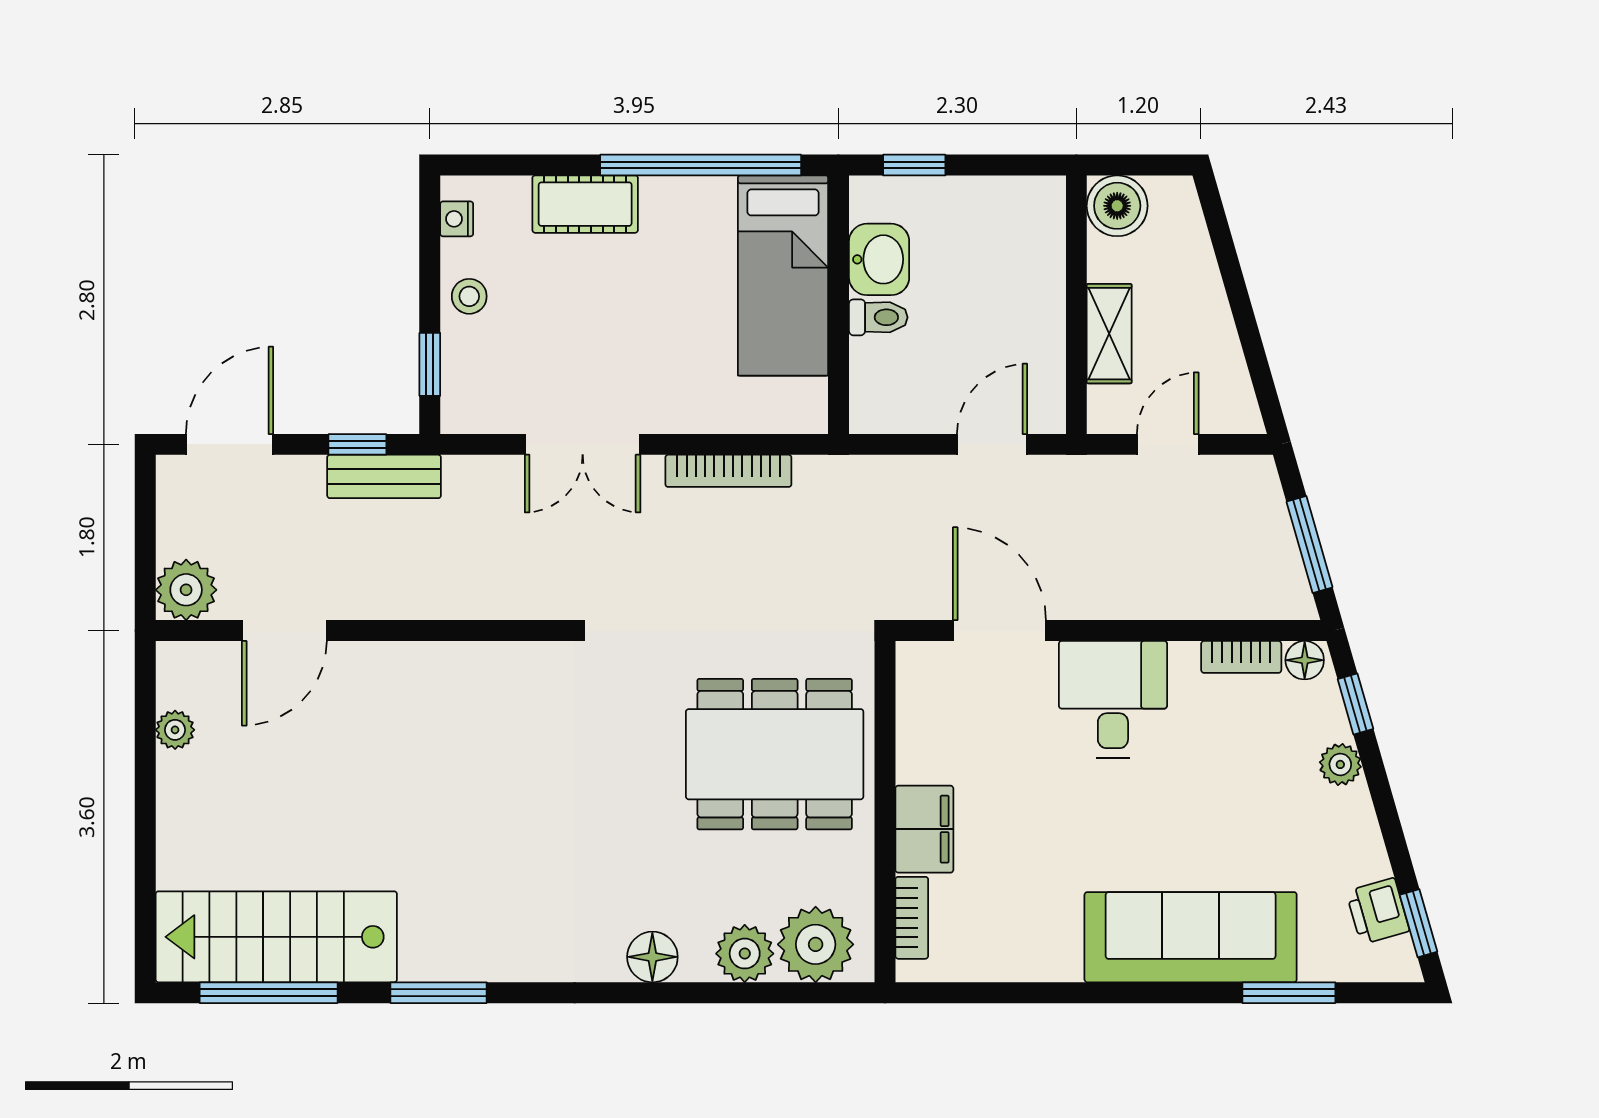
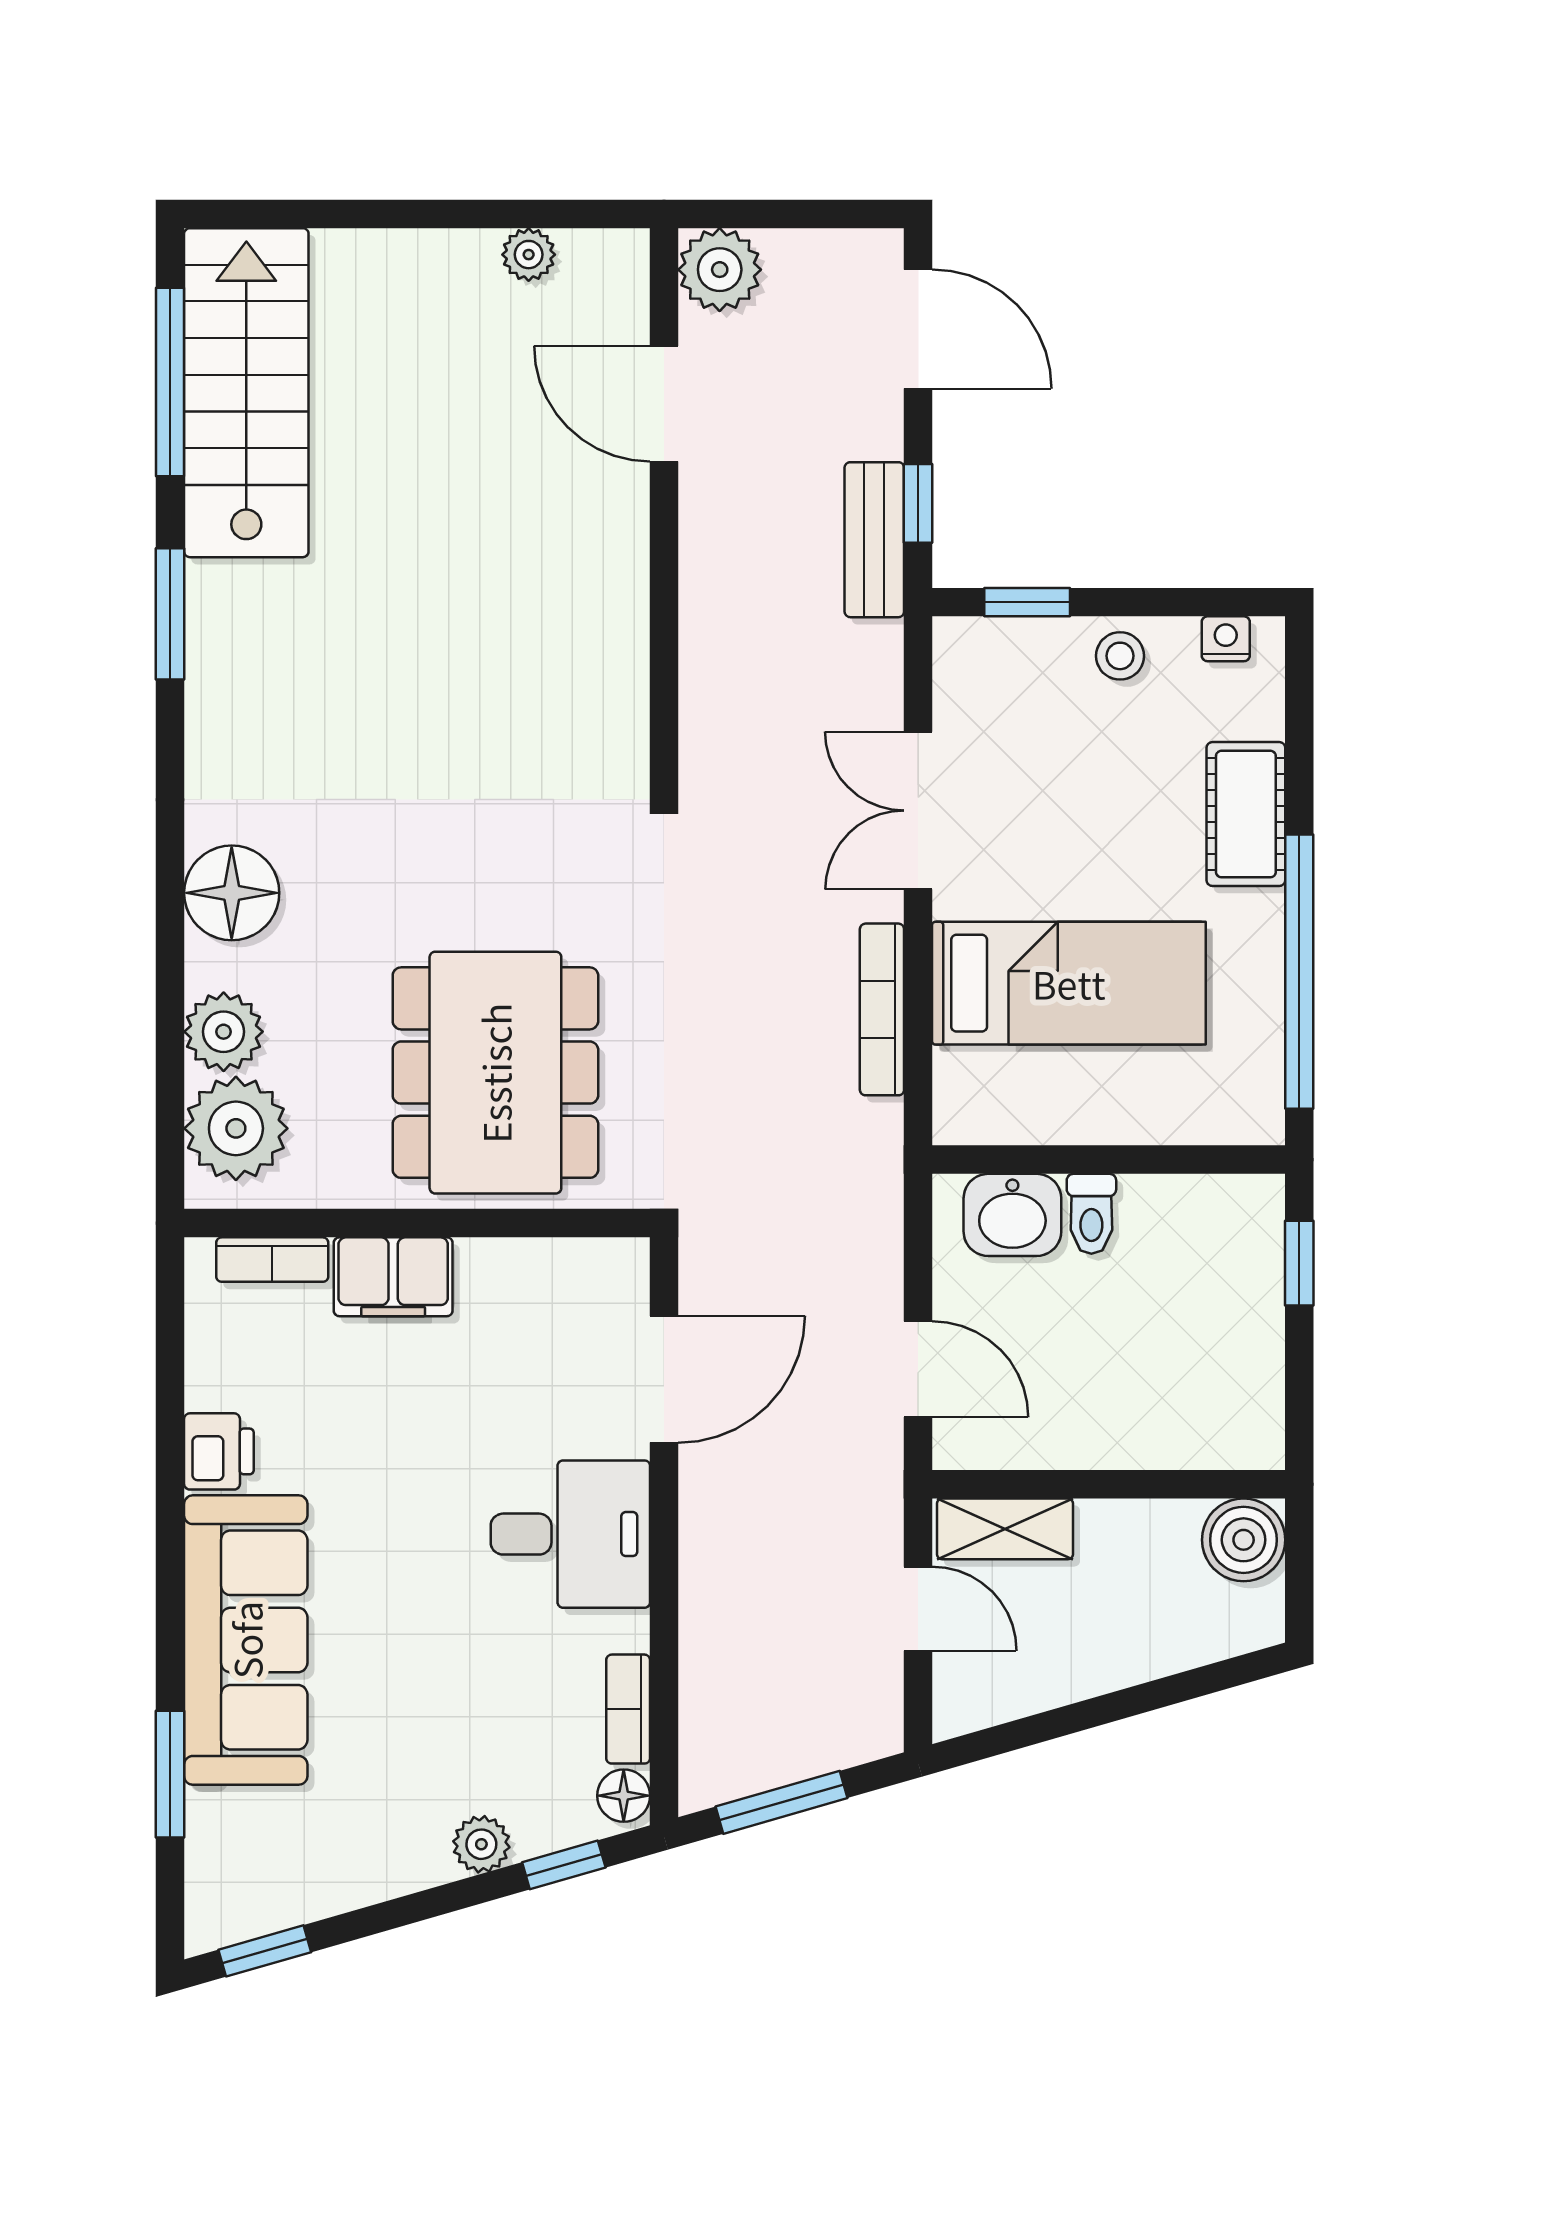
washbasin: (879, 259) -> (1012, 1215), moved
bed: (783, 276) -> (1069, 983), moved, turned 180
shelving: (1109, 334) -> (1005, 1529), moved
printer: (1378, 911) -> (219, 1451), moved, turned 106
floor lamp: (652, 957) -> (232, 893), width x1.38, depth x1.38

